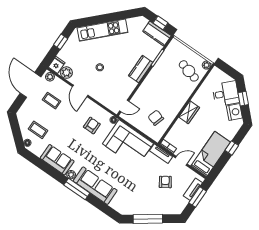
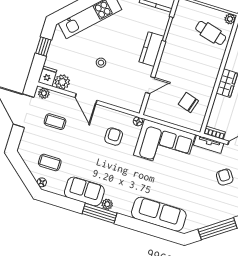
door: (124, 106) -> (150, 85), moved
sofa: (95, 186) -> (159, 214), moved
window: (77, 189) -> (100, 213), moved

